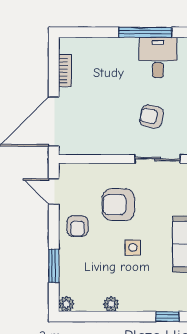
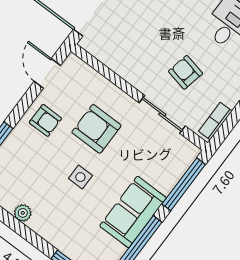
armchair: (78, 226) -> (45, 120), turned -90

